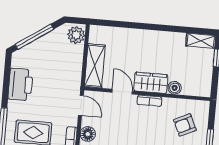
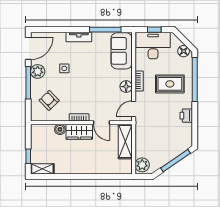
printer: (21, 84) -> (186, 116), width x0.53, depth x0.68
door: (81, 105) -> (134, 109), hinge flipped
armchair: (185, 125) -> (49, 100), turned -109

